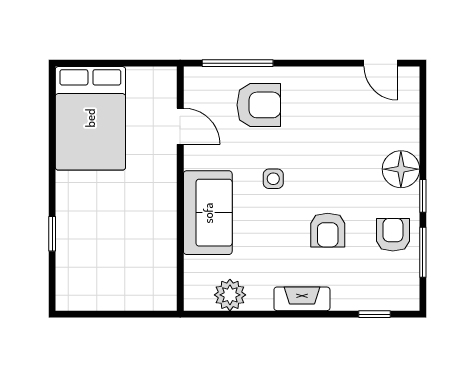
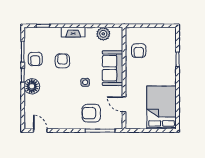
armchair: (145, 255) -> (139, 51), added

